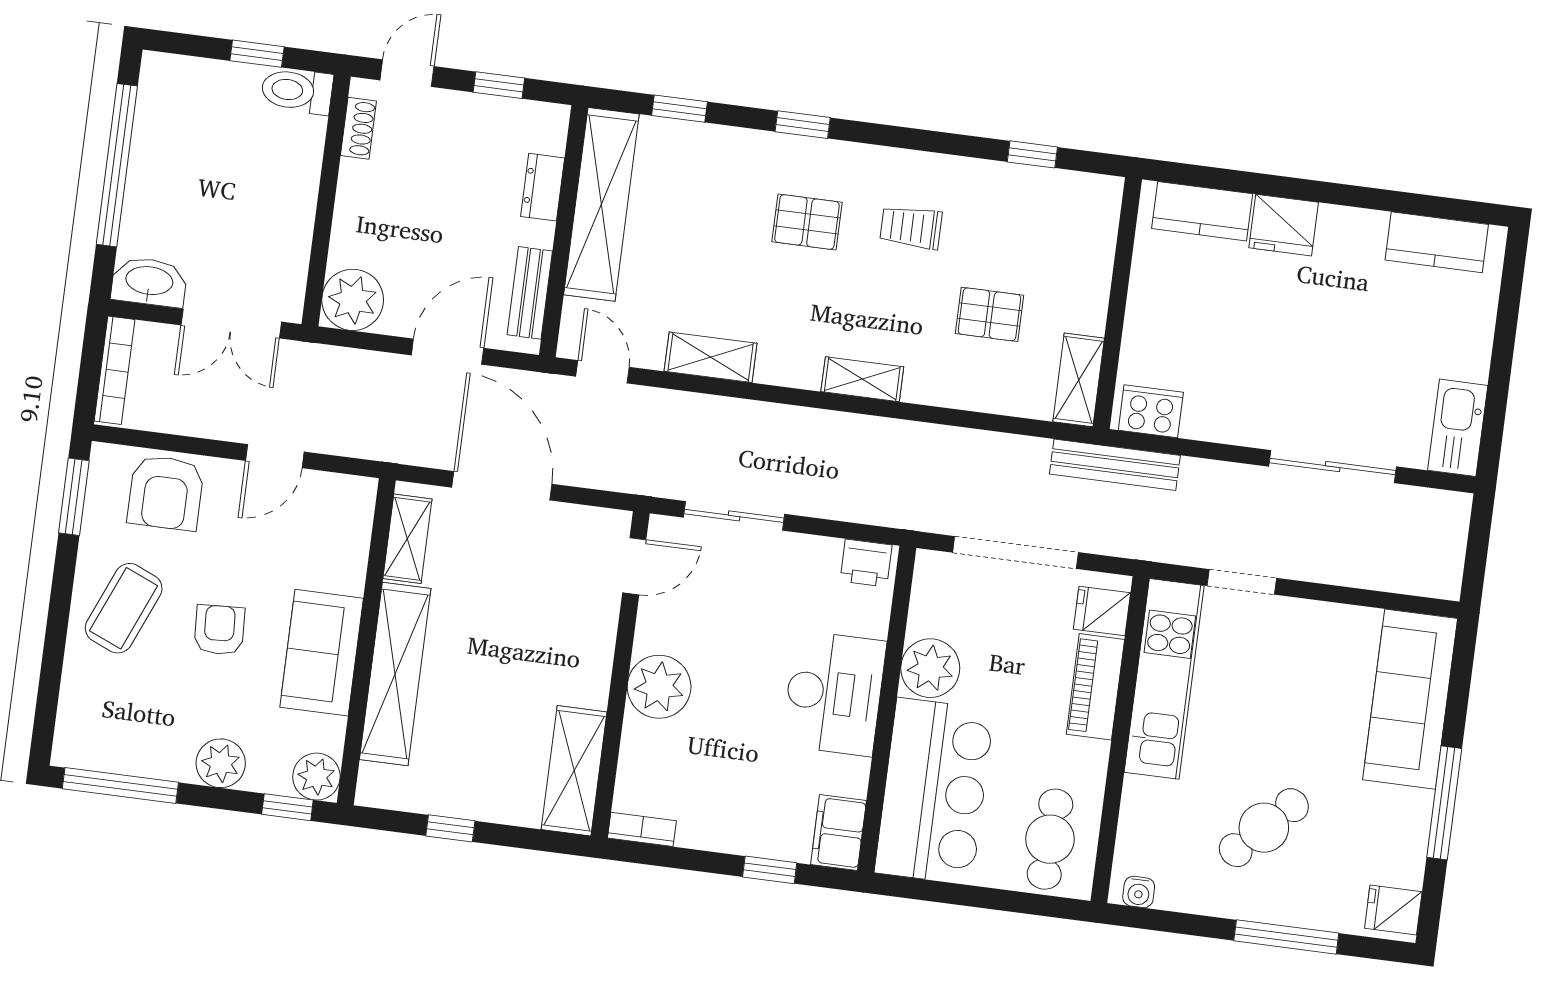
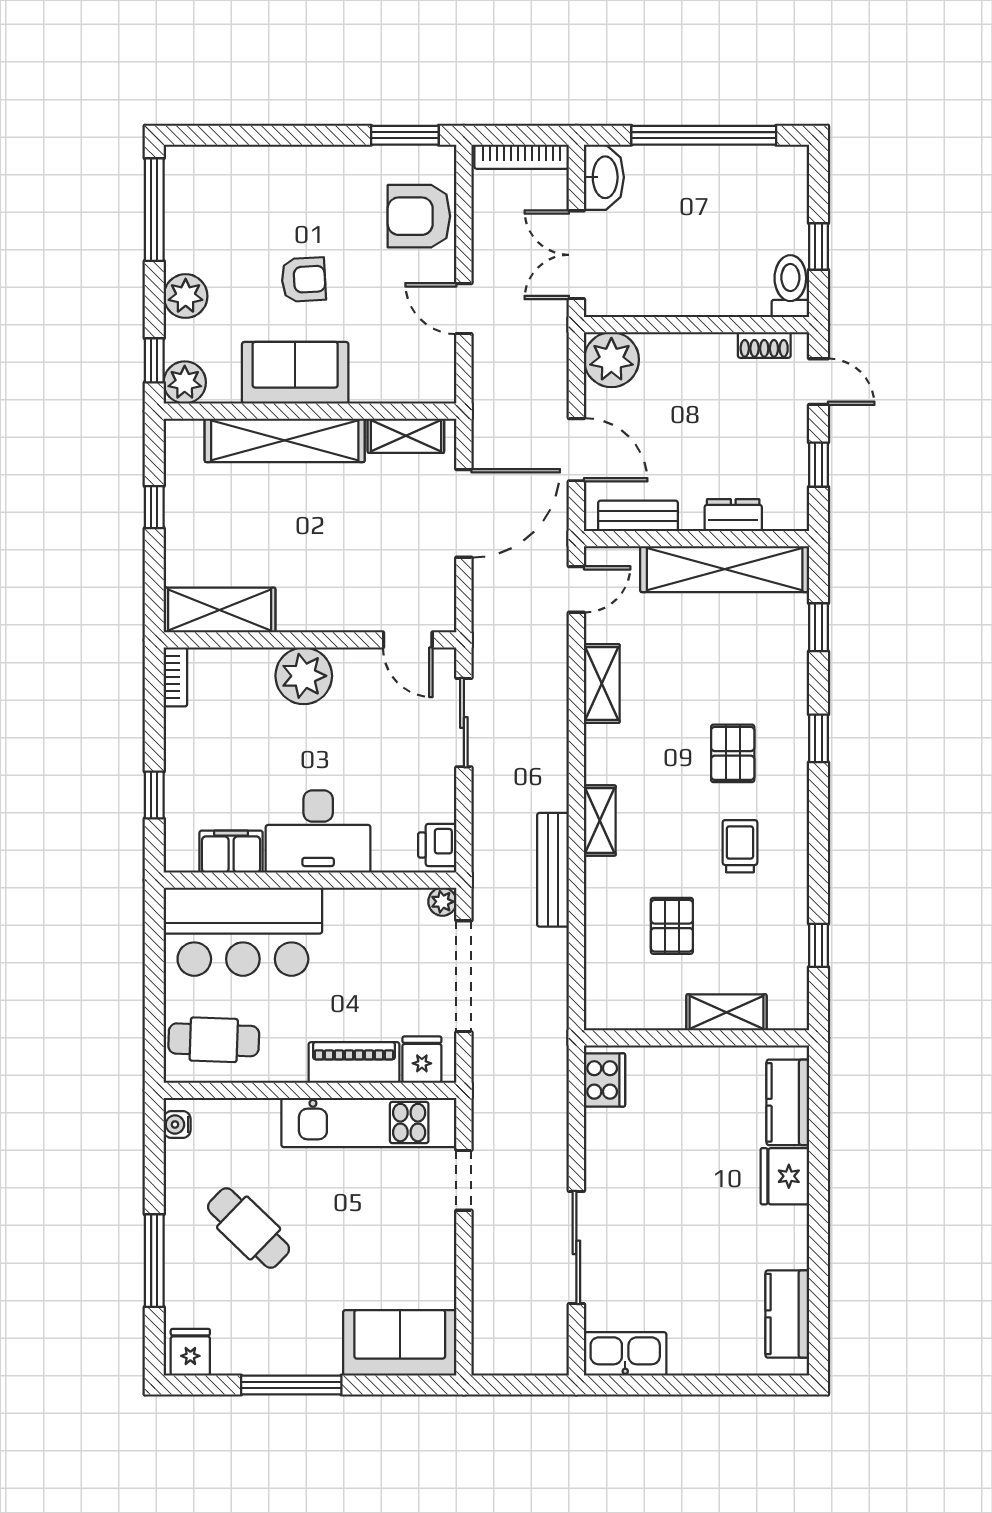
shelving: (1079, 380) -> (726, 1012), moved
bench: (1115, 465) -> (553, 870), moved
coffee table: (124, 608) -> (312, 192), removed
plant: (930, 668) -> (442, 902), moved, width x0.53, depth x0.53
sofa: (1410, 699) -> (400, 1343), width x0.73
filing cabinet: (838, 833) -> (231, 852), moved

